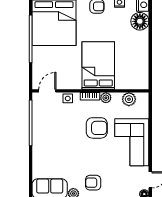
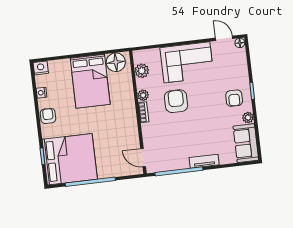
floor lamp: (140, 21) -> (116, 62), moved
bed: (98, 65) -> (90, 81), moved, turned -90
side table: (68, 98) -> (149, 135), removed
tv unit: (37, 148) -> (204, 161), added

